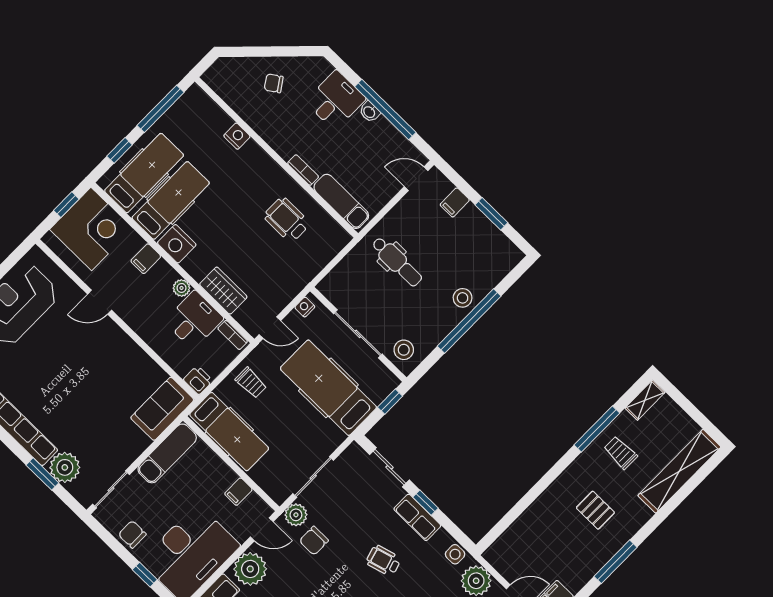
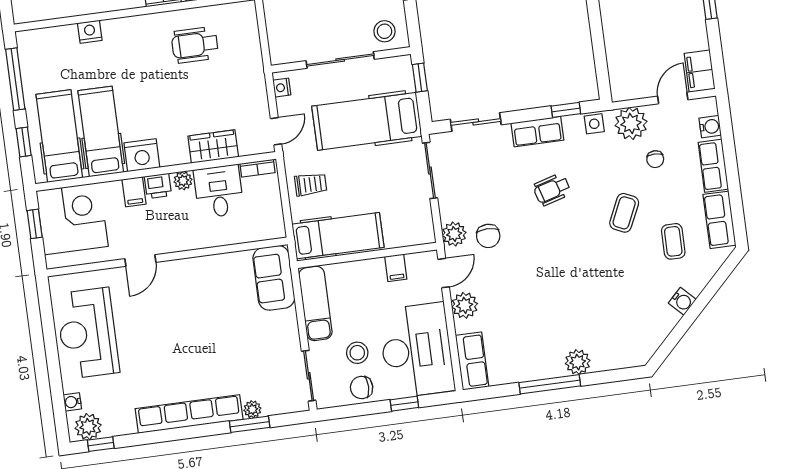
printer: (198, 380) -> (158, 186), moved, turned 180
plant: (65, 467) -> (252, 409), width x0.53, depth x0.53
sliding door: (313, 477) -> (430, 170), moved
window: (426, 503) -> (566, 110), moved
stool: (155, 512) -> (357, 353), added
plant: (250, 569) -> (465, 305), width x0.73, depth x0.73

